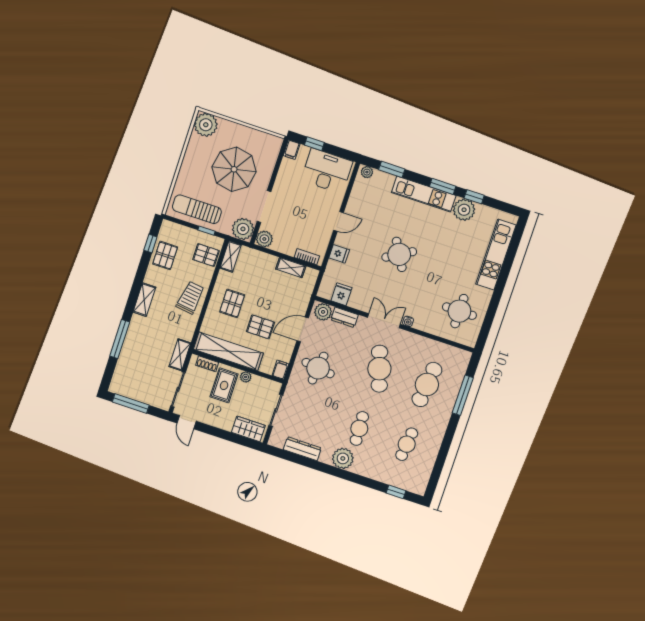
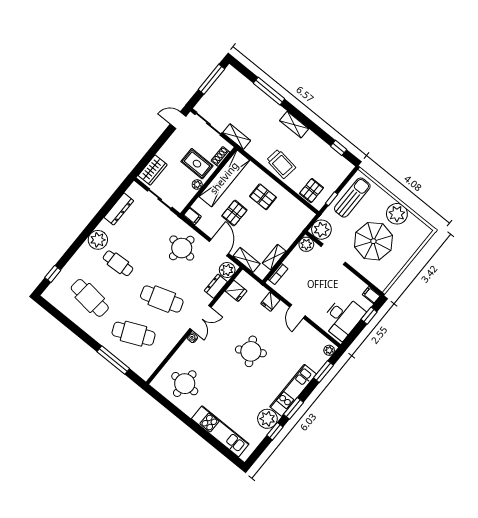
plant: (206, 125) -> (397, 214), moved
pallet: (165, 255) -> (324, 156), removed
shelving: (231, 256) -> (247, 260), moved
cafe table: (427, 385) -> (134, 334), turned -30
cafe table: (407, 444) -> (90, 298), width x1.37, depth x1.35

